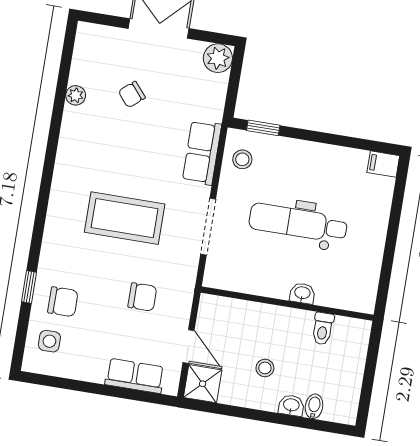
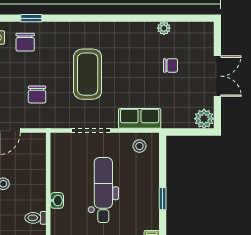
chair: (132, 94) -> (171, 65), turned 130
window: (263, 128) -> (163, 199), moved

